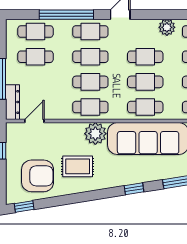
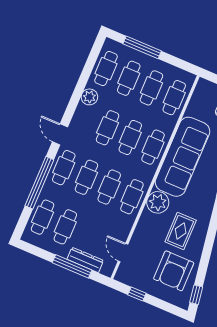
dresser: (12, 102) -> (85, 260), moved
armchair: (38, 176) -> (174, 271), turned 180

